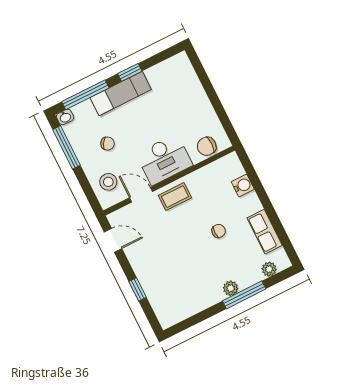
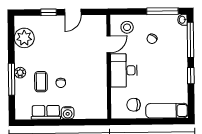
exam couch: (121, 93) -> (167, 111), moved, turned 90
chair: (207, 146) -> (134, 105), moved, turned -90
water cooler: (243, 185) -> (68, 113), moved
coffee table: (175, 197) -> (41, 82), moved
door: (113, 240) -> (73, 12), moved
plant: (269, 269) -> (24, 38), moved, width x1.87, depth x1.87

